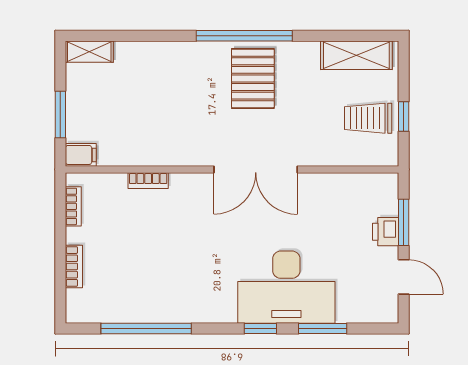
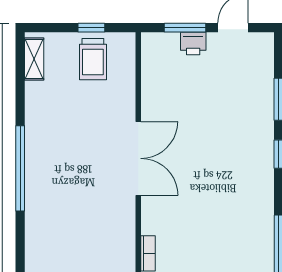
shelving: (356, 55) -> (34, 59), width x0.67, depth x0.75
pallet: (253, 78) -> (58, 161), removed
desk: (286, 287) -> (242, 131), removed

